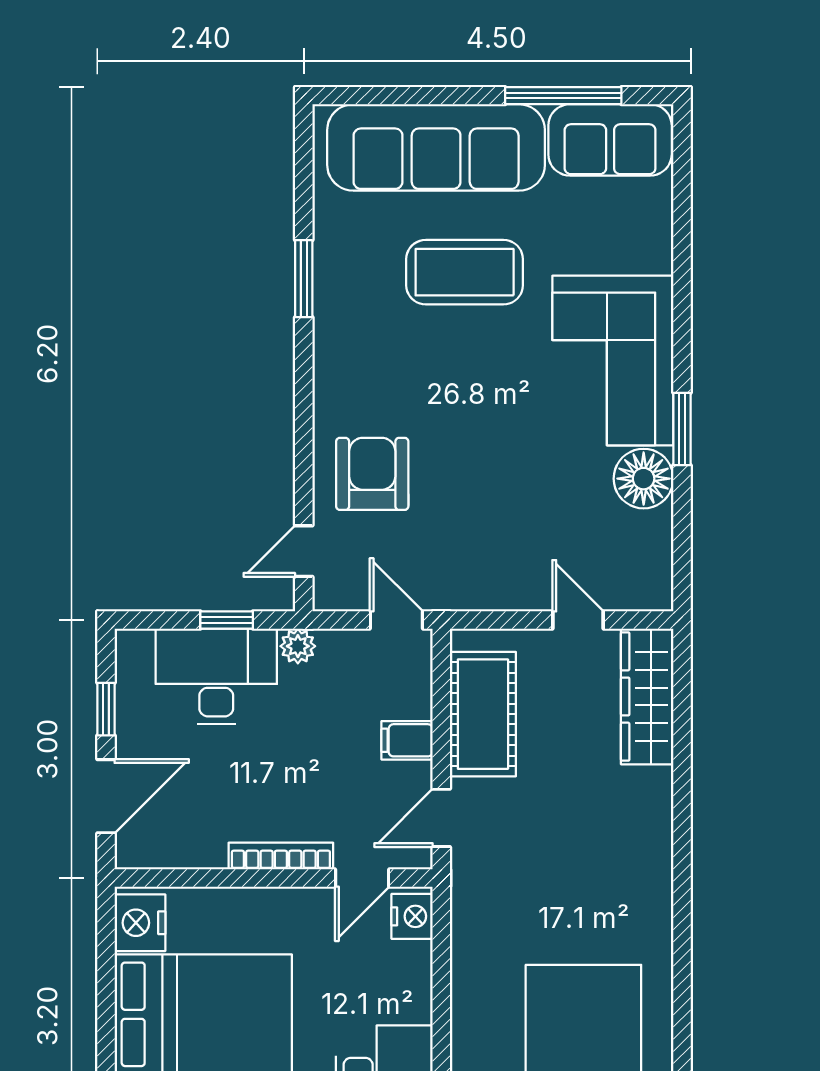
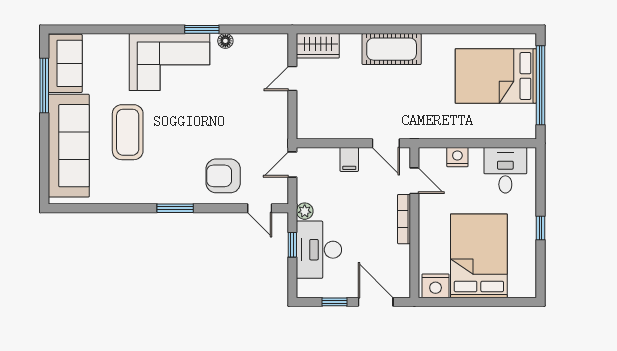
window: (304, 279) -> (175, 208), moved
floor lamp: (644, 479) -> (225, 41), width x0.53, depth x0.53
wardrobe: (647, 697) -> (318, 46), width x0.67
cot: (483, 714) -> (392, 49), moved
nightstand: (412, 916) -> (457, 157), moved

